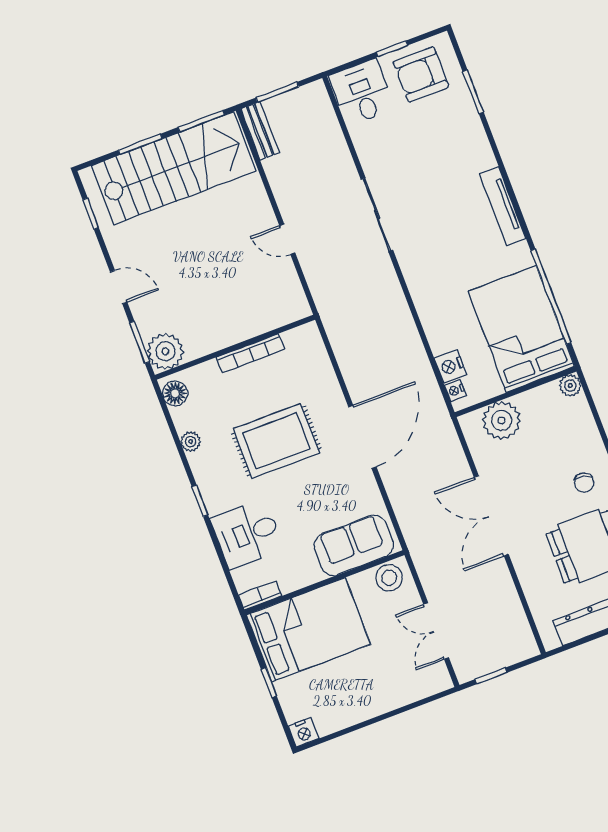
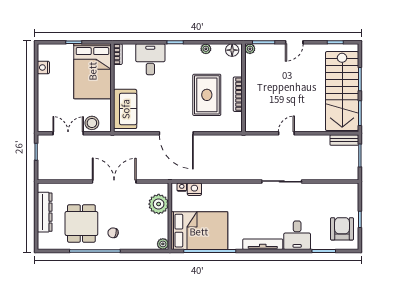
desk: (362, 92) -> (297, 235), moved, turned 90
plant: (165, 351) -> (250, 49), width x0.53, depth x0.53
rug: (276, 441) -> (207, 95), moved
stool: (389, 578) -> (92, 123), moved
nightstand: (304, 732) -> (43, 67), moved

